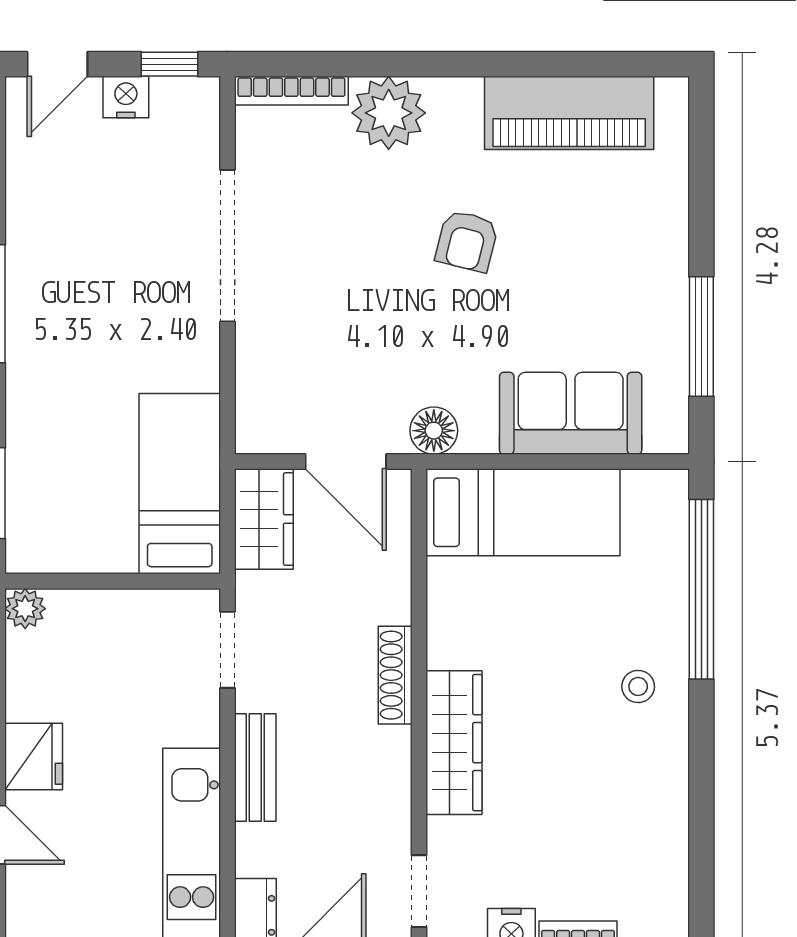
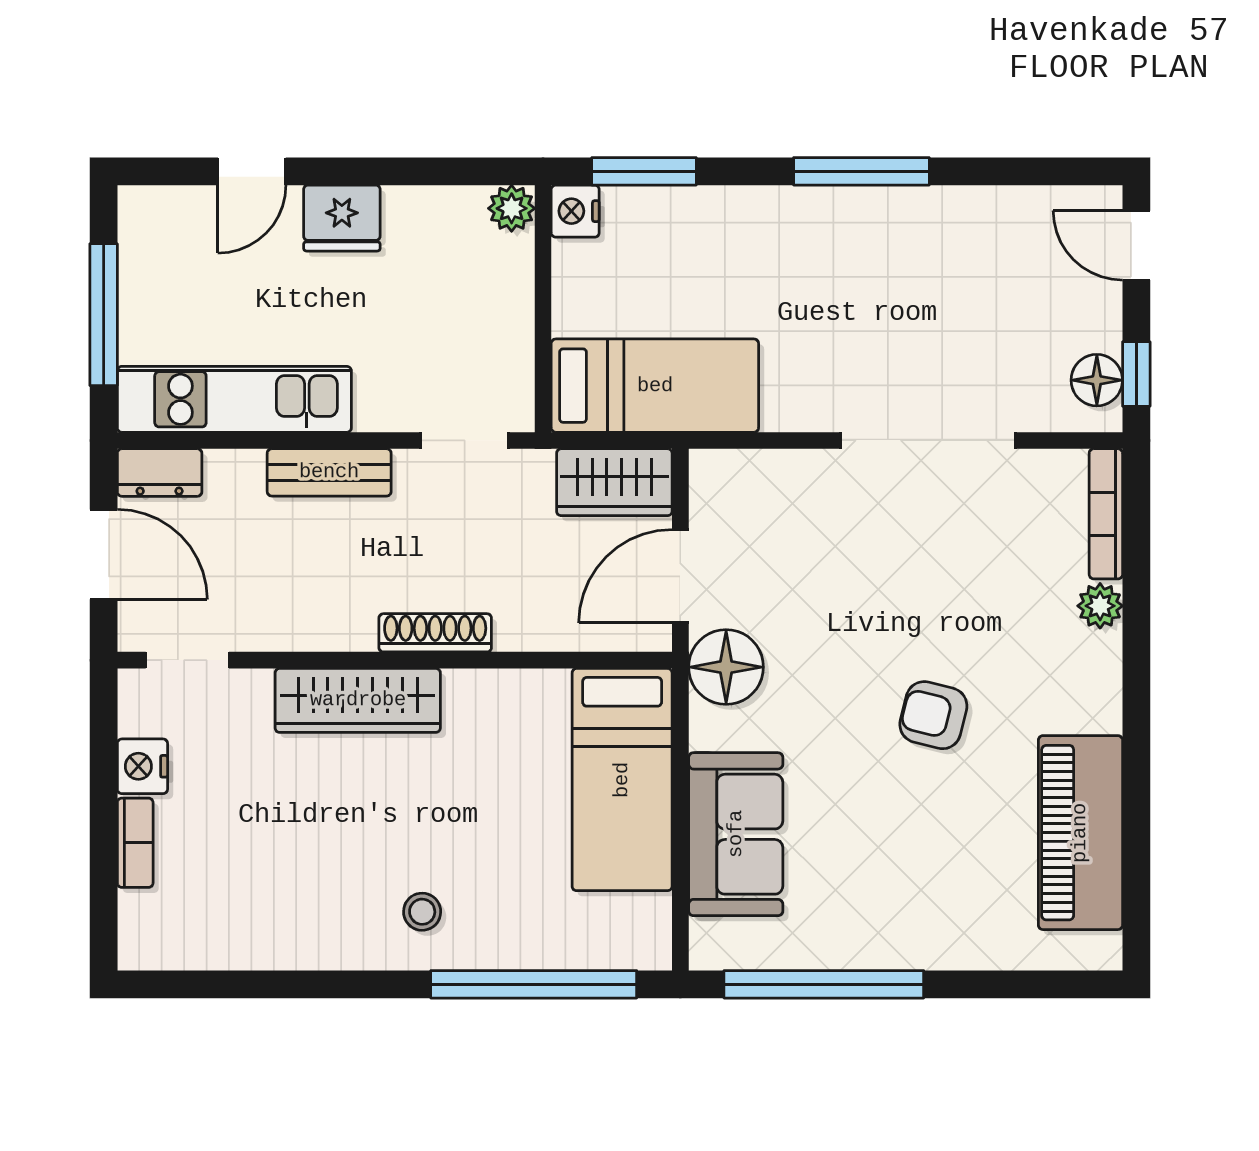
nightstand: (126, 97) -> (575, 211), moved, turned 180
floor lamp: (175, 99) -> (1097, 380), added
plant: (389, 113) -> (1100, 606), width x0.53, depth x0.53
window: (701, 336) -> (824, 984), width x1.46
floor lamp: (434, 431) -> (726, 667), width x1.38, depth x1.38

